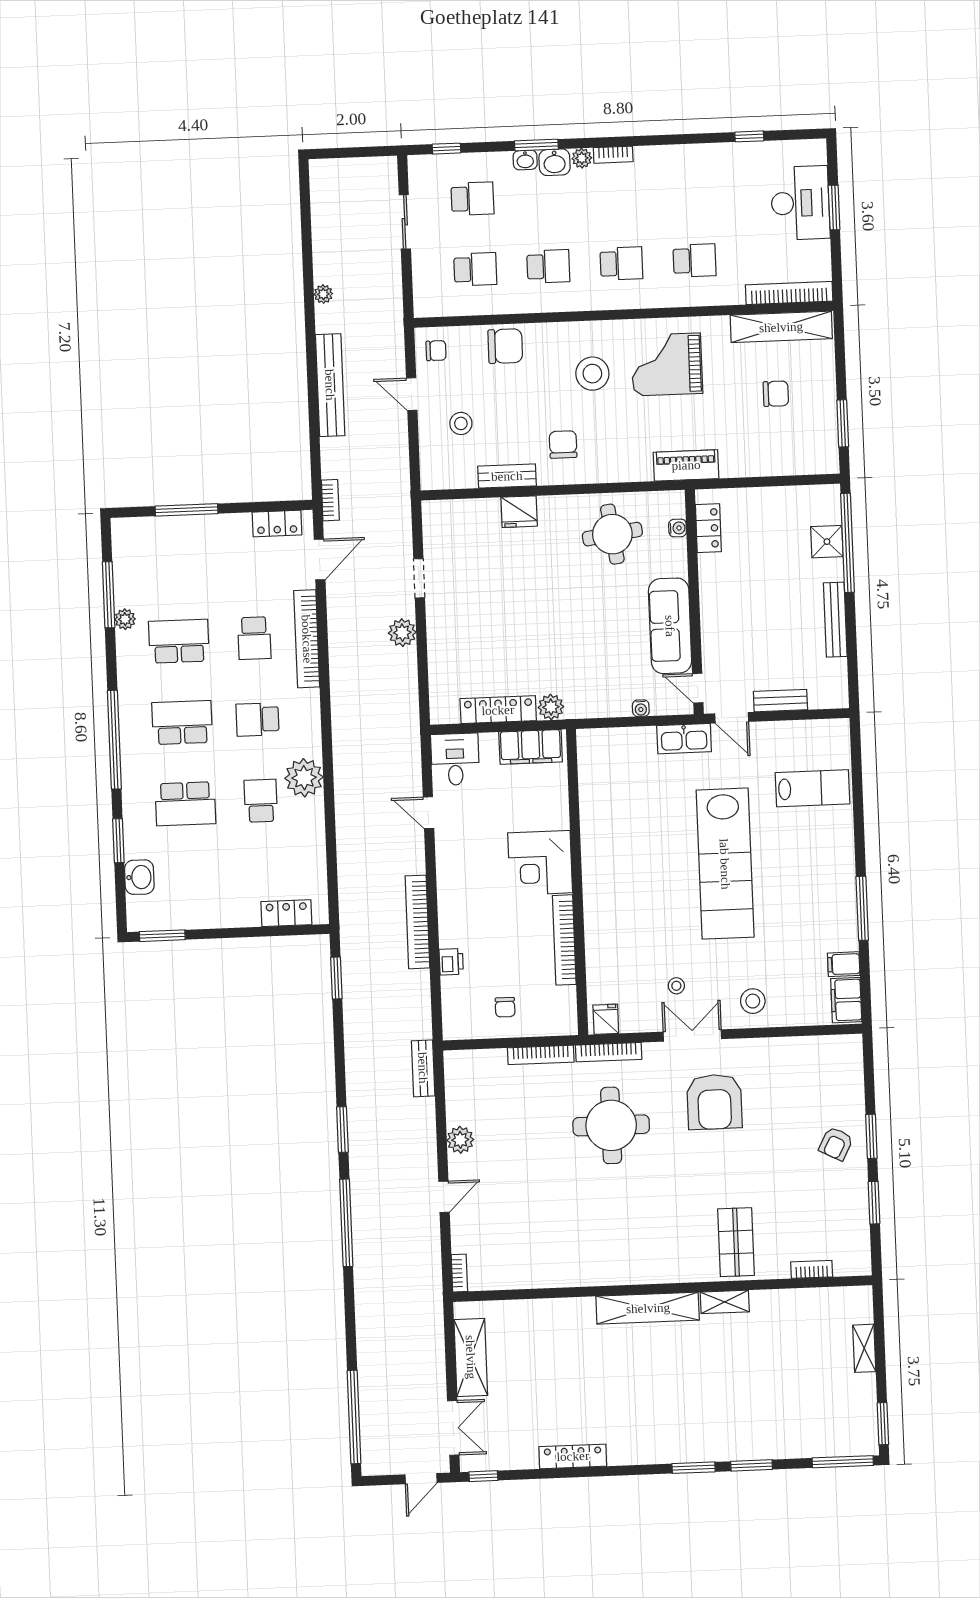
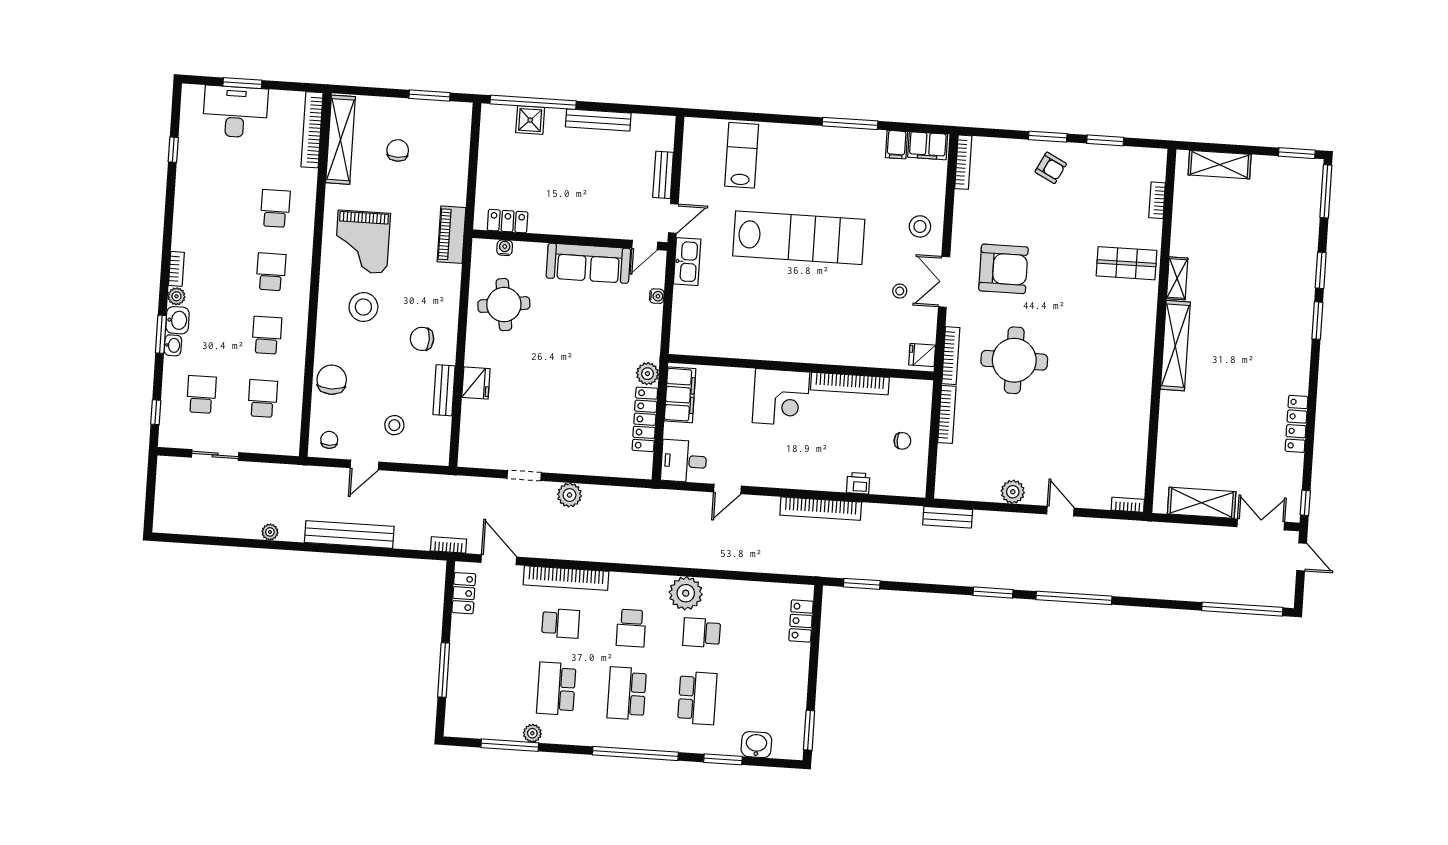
bookcase: (832, 1043) -> (963, 162), added
shelving: (864, 1348) -> (1220, 165), width x1.50, depth x1.33

